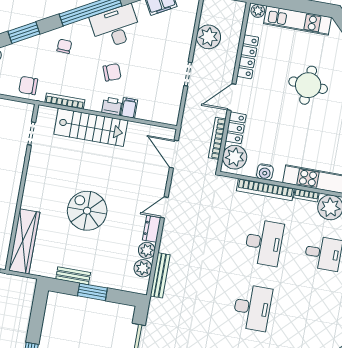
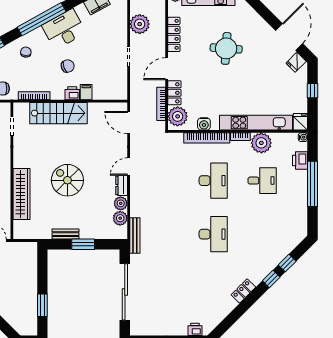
wardrobe: (24, 241) -> (22, 194), moved
bench: (160, 275) -> (135, 235), moved

